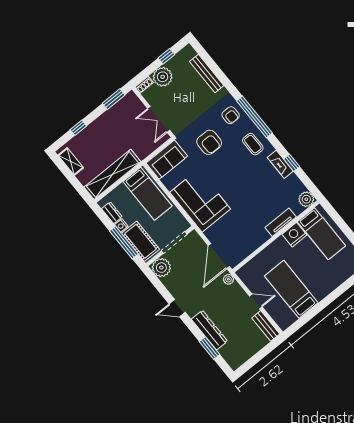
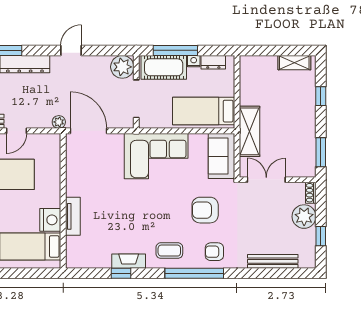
shelving: (112, 174) -> (250, 131), moved, width x0.68
plant: (306, 199) -> (75, 259), removed

